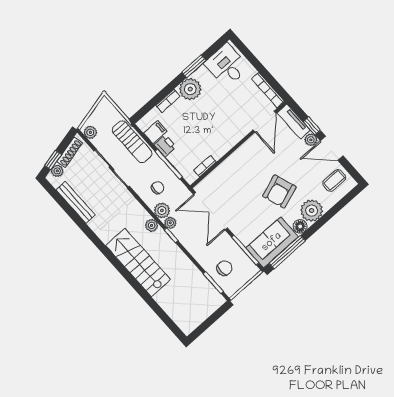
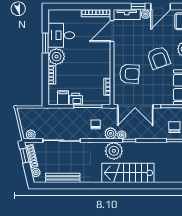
desk: (227, 65) -> (61, 35), moved
door: (264, 122) -> (112, 31), swing flipped
sun lounger: (132, 142) -> (57, 116), removed
window: (53, 160) -> (24, 156), moved
armchair: (237, 177) -> (129, 74), added
plant: (152, 225) -> (114, 151), width x1.88, depth x1.88

